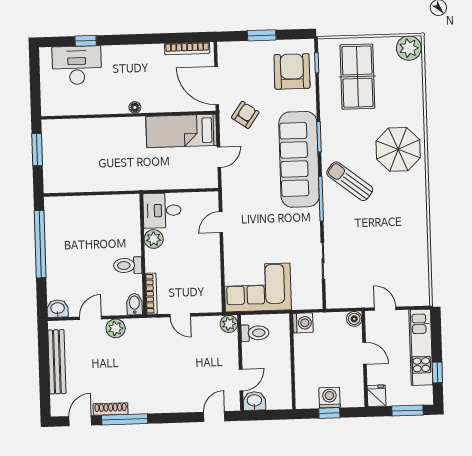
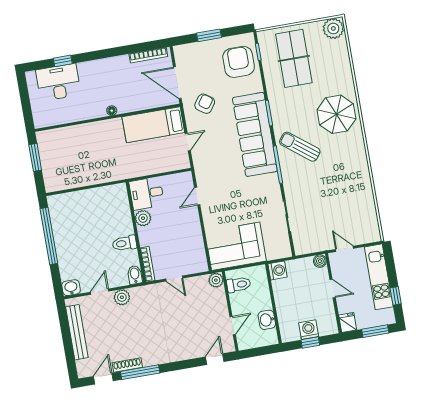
washbasin: (254, 401) -> (267, 320), moved, turned -90

